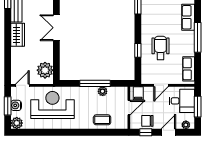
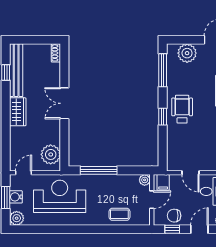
wheelchair: (160, 48) -> (182, 109), moved
window: (138, 50) -> (163, 117), moved
window: (95, 83) -> (99, 170), moved
door: (161, 85) -> (190, 173), hinge flipped
plant: (103, 91) -> (145, 180), moved

